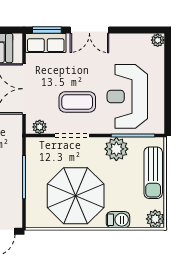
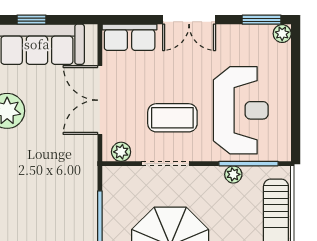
window: (47, 30) -> (262, 20), moved
reception desk: (127, 96) -> (241, 110), turned 180
plant: (116, 149) -> (233, 174), width x0.53, depth x0.53

